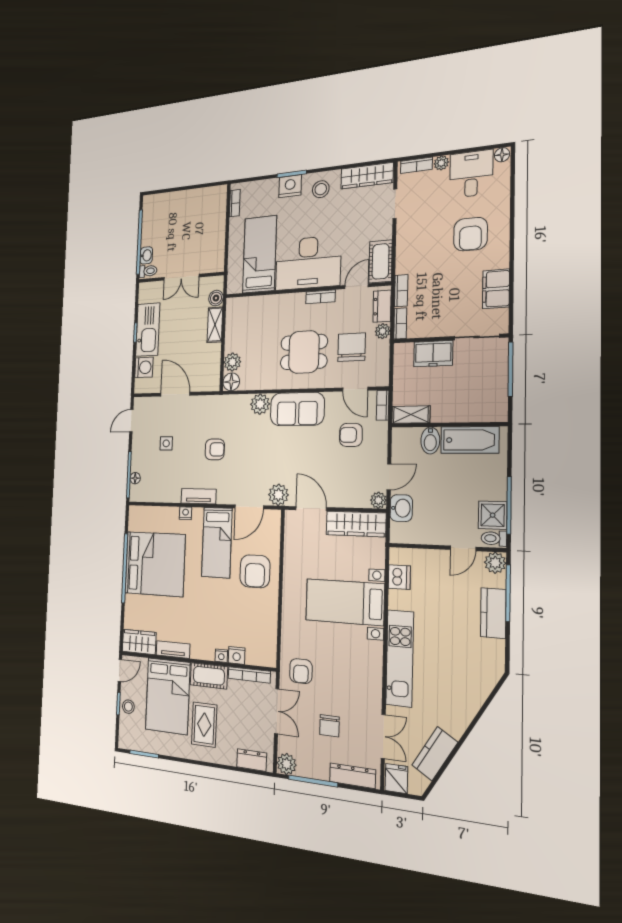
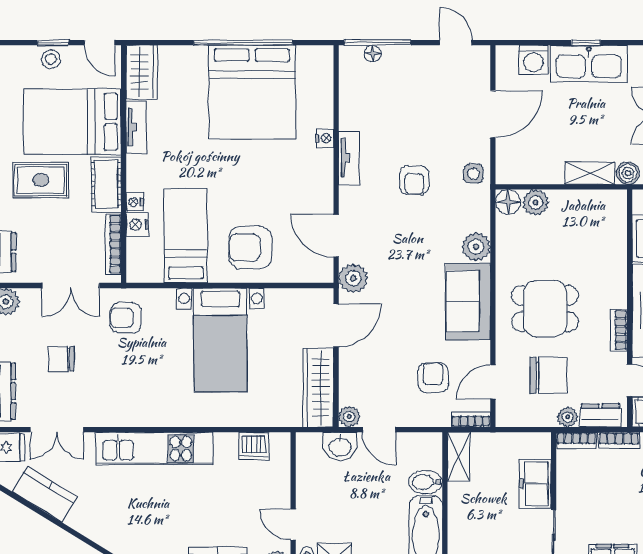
dining table: (304, 352) -> (545, 309), turned 90
side table: (166, 443) -> (474, 174), moved
bed: (217, 542) -> (186, 236), moved, turned 90
bed with nightstands: (345, 602) -> (220, 340), moved, turned 180

